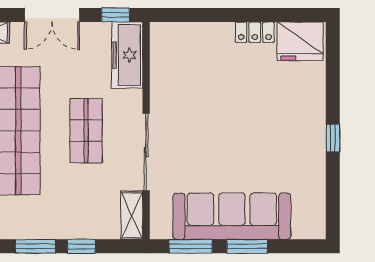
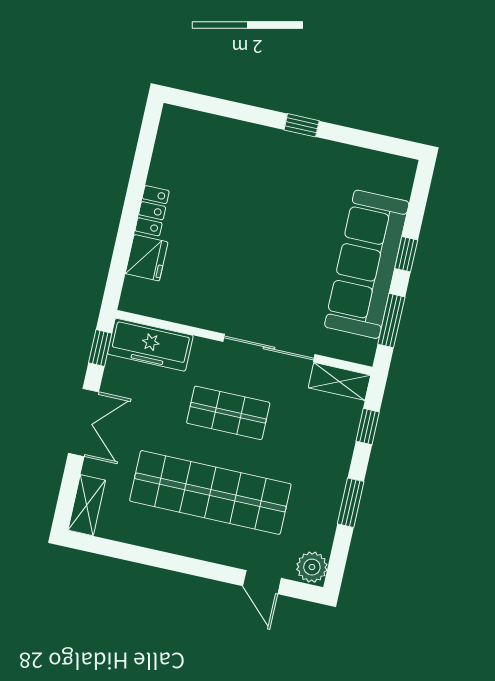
locker: (255, 32) -> (152, 211), moved
fridge: (300, 41) -> (147, 258), moved, width x0.73, depth x0.75
window: (81, 246) -> (368, 427), moved
window: (247, 246) -> (406, 254), width x0.67

